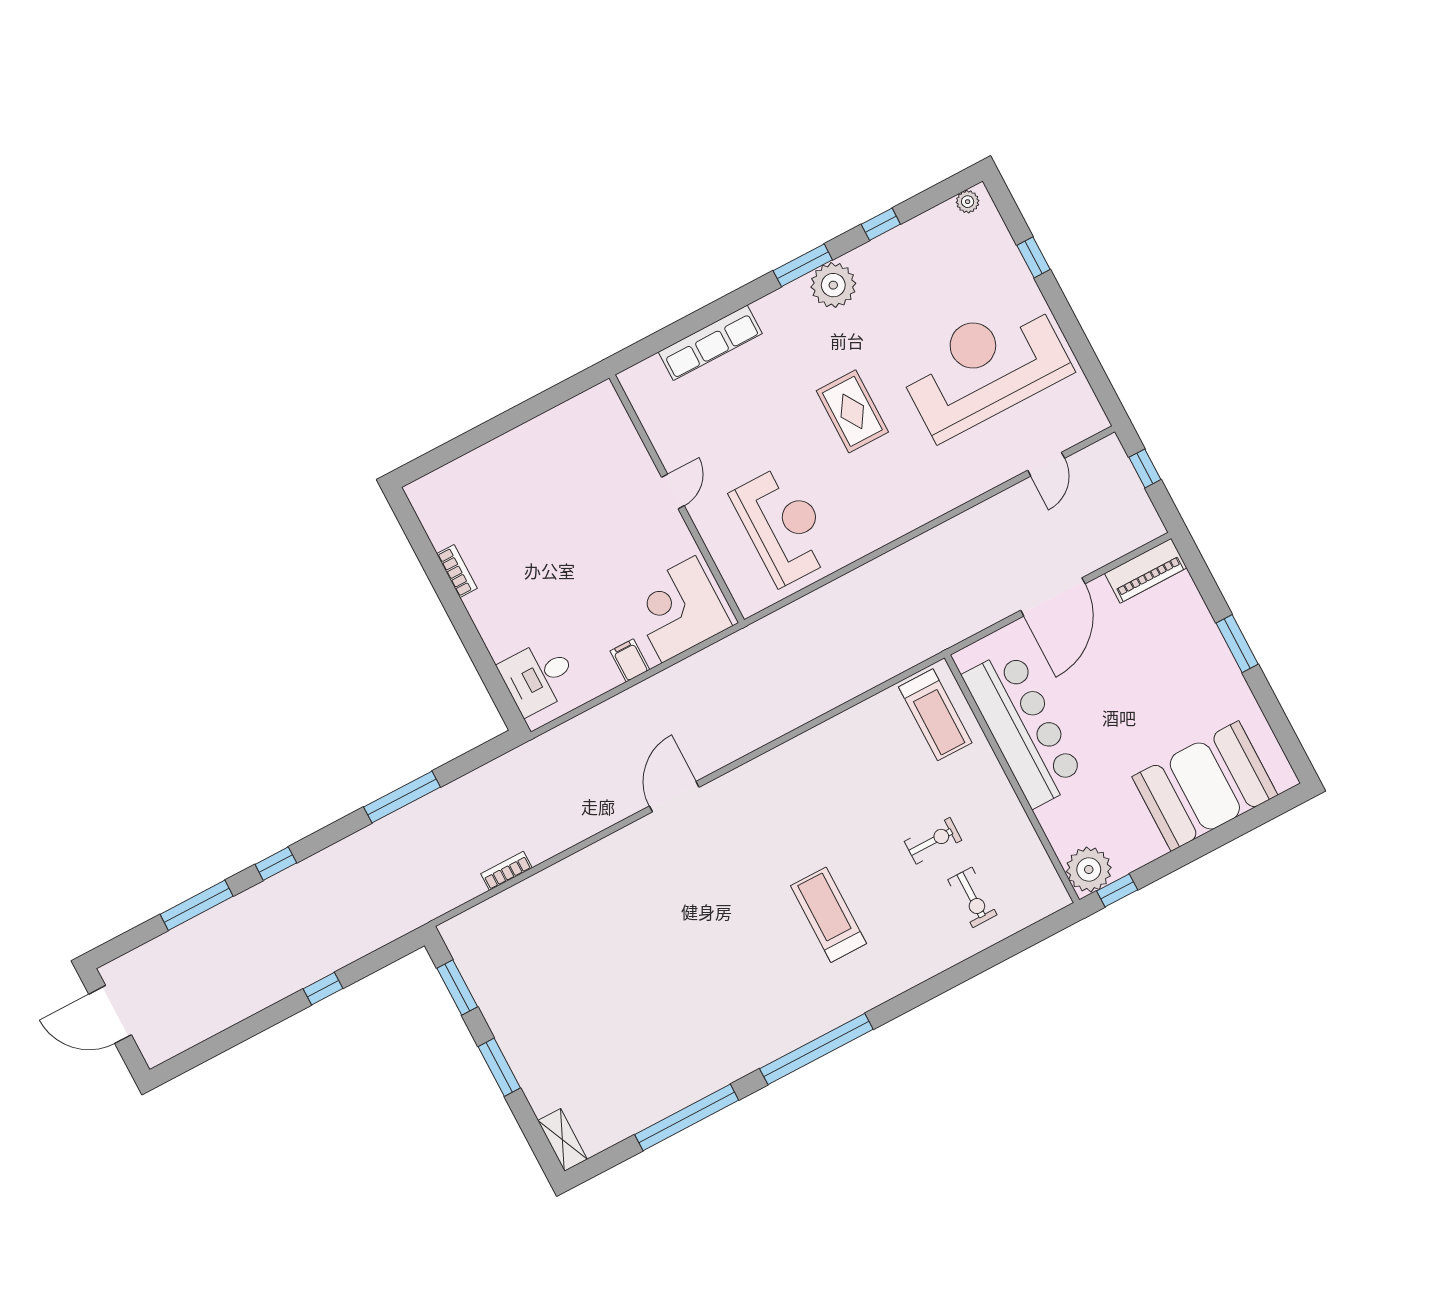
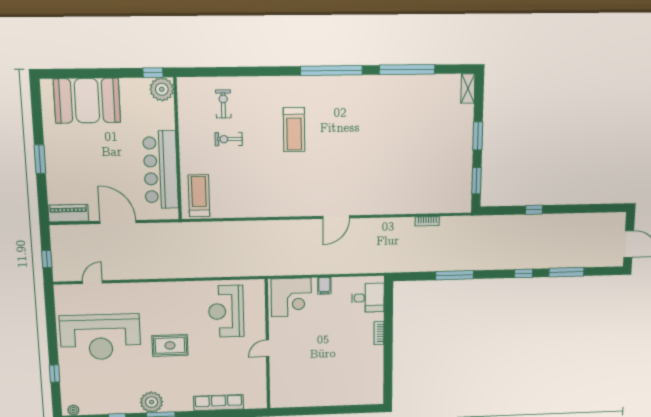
rug: (852, 411) -> (170, 345), turned 90
bookcase: (457, 571) -> (379, 333), moved
door: (1053, 597) -> (118, 222), hinge flipped

